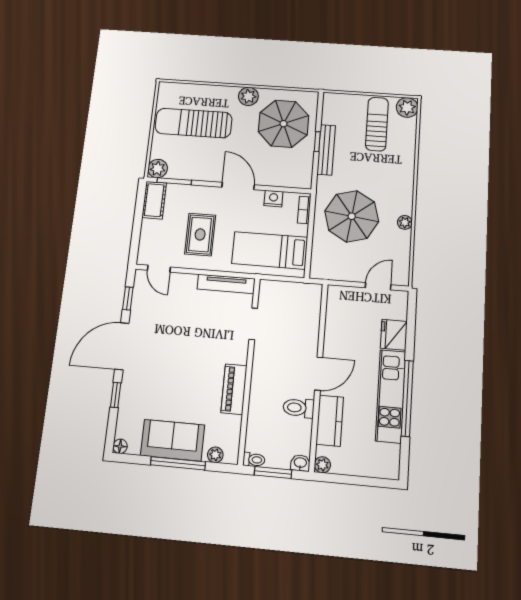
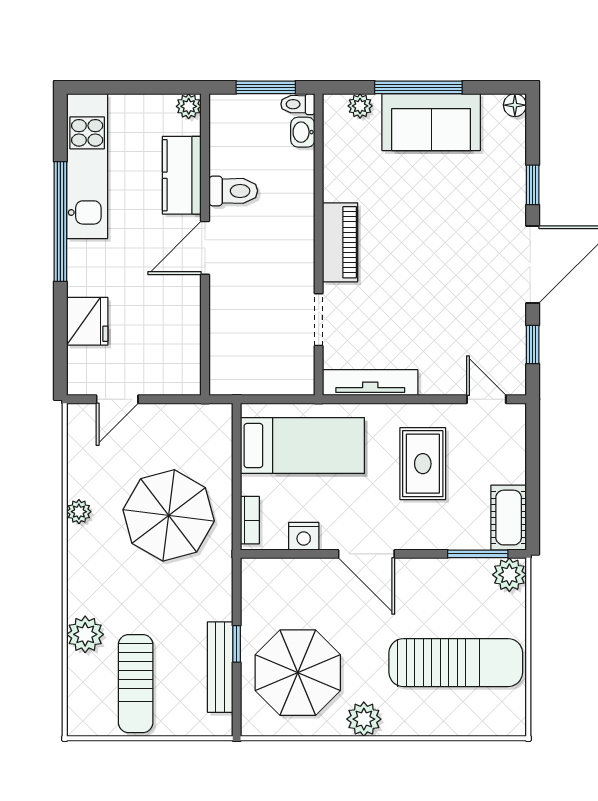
plant: (407, 107) -> (85, 634), moved
bench: (326, 150) -> (220, 667), moved
piano: (234, 389) -> (340, 242), moved
kitchen unit: (391, 396) -> (87, 166), moved
washbasin: (300, 463) -> (303, 132), moved, turned 90

